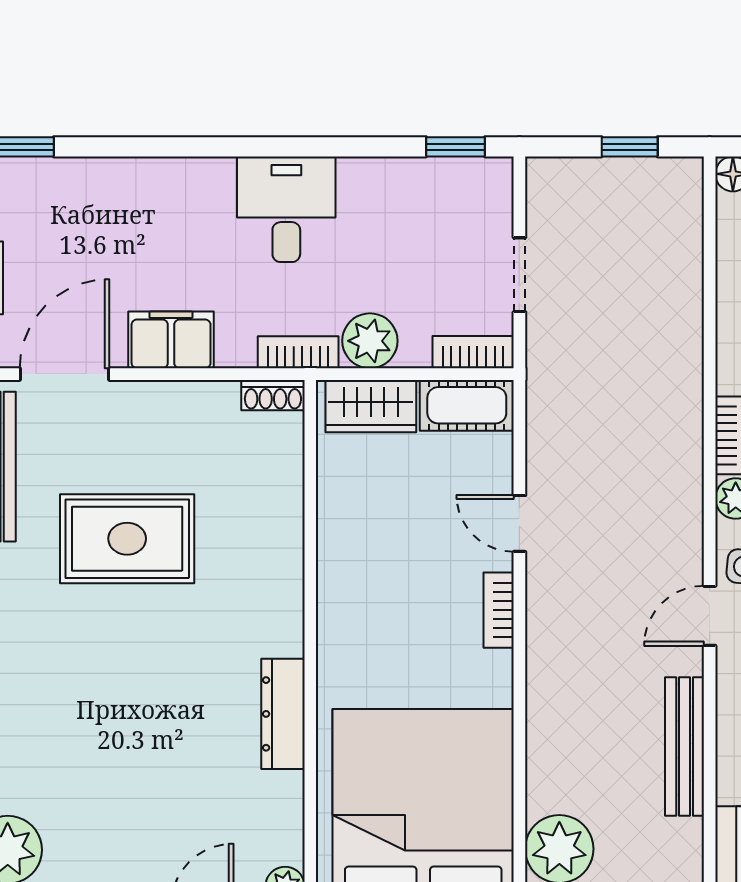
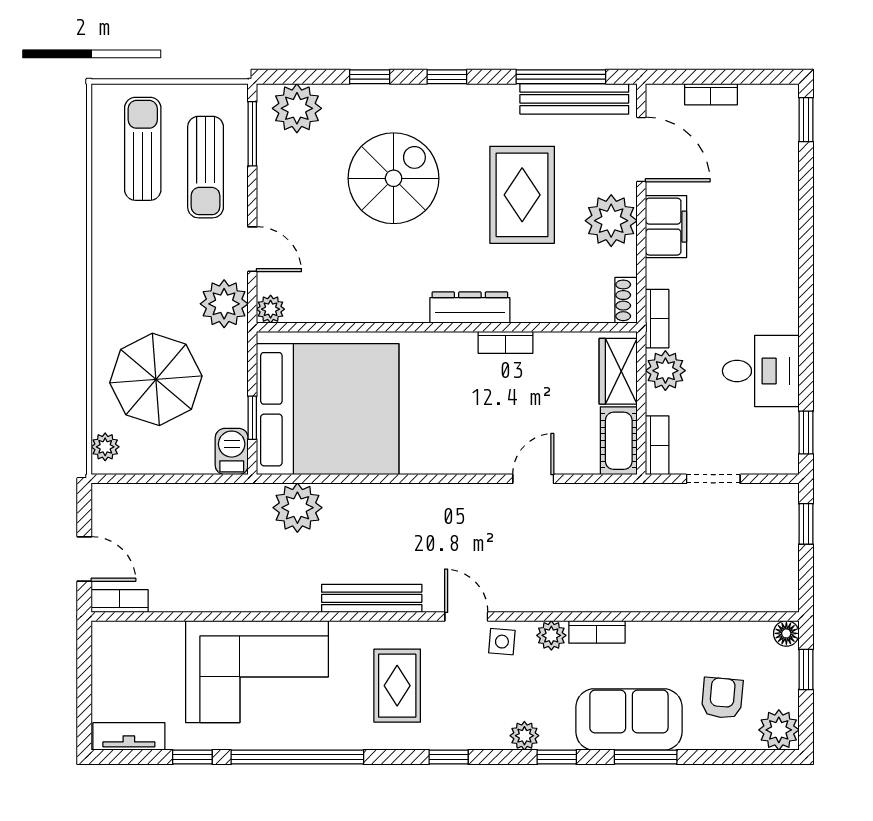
window: (630, 147) -> (806, 524), moved
desk: (286, 209) -> (761, 371), moved
plant: (163, 416) -> (611, 221), added
bookcase: (499, 610) -> (506, 342), moved, turned 180
dresser: (283, 714) -> (470, 308), moved
spiral stairs: (104, 716) -> (394, 178), added

